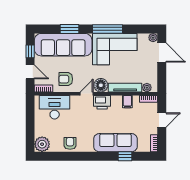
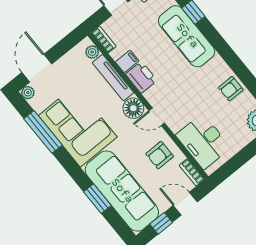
window: (108, 29) -> (43, 132), moved
door: (30, 72) -> (185, 204), hinge flipped
armchair: (66, 79) -> (160, 155), turned 90
printer: (102, 102) -> (141, 77), moved

